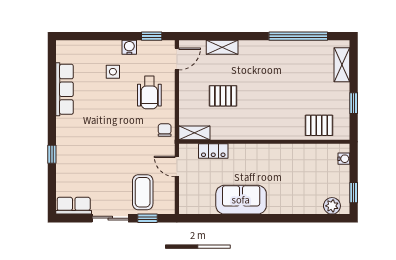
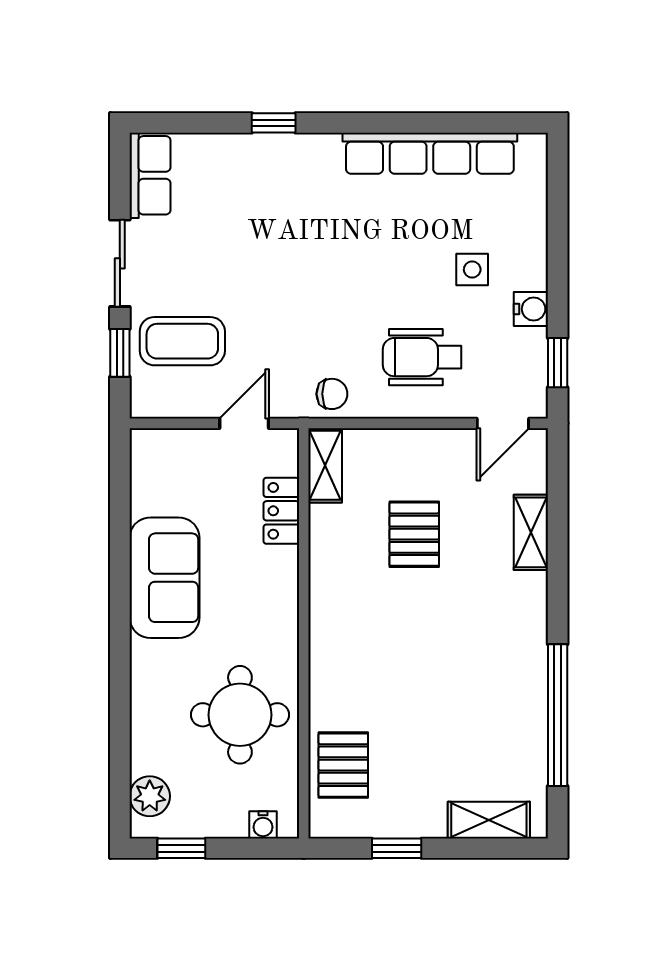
door: (177, 59) -> (503, 423), hinge flipped
row of seats: (65, 89) -> (430, 153), width x1.36
round table: (298, 168) -> (240, 715), added

